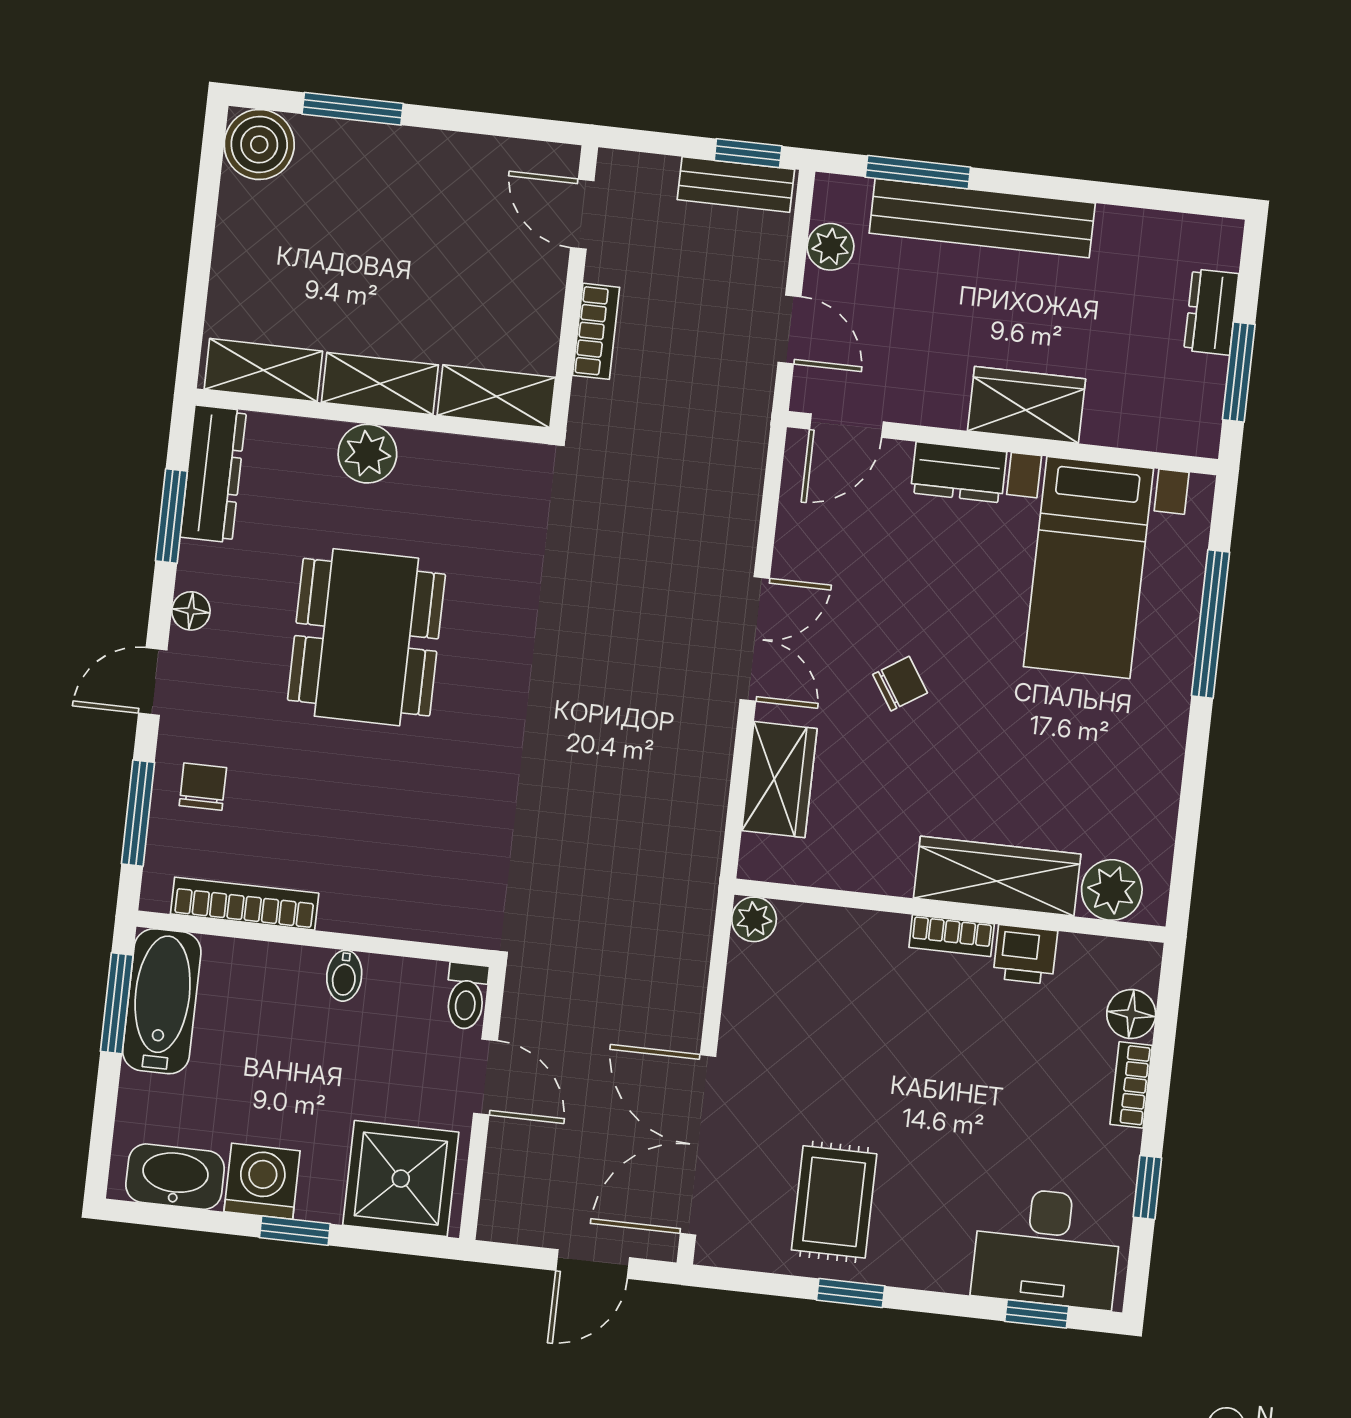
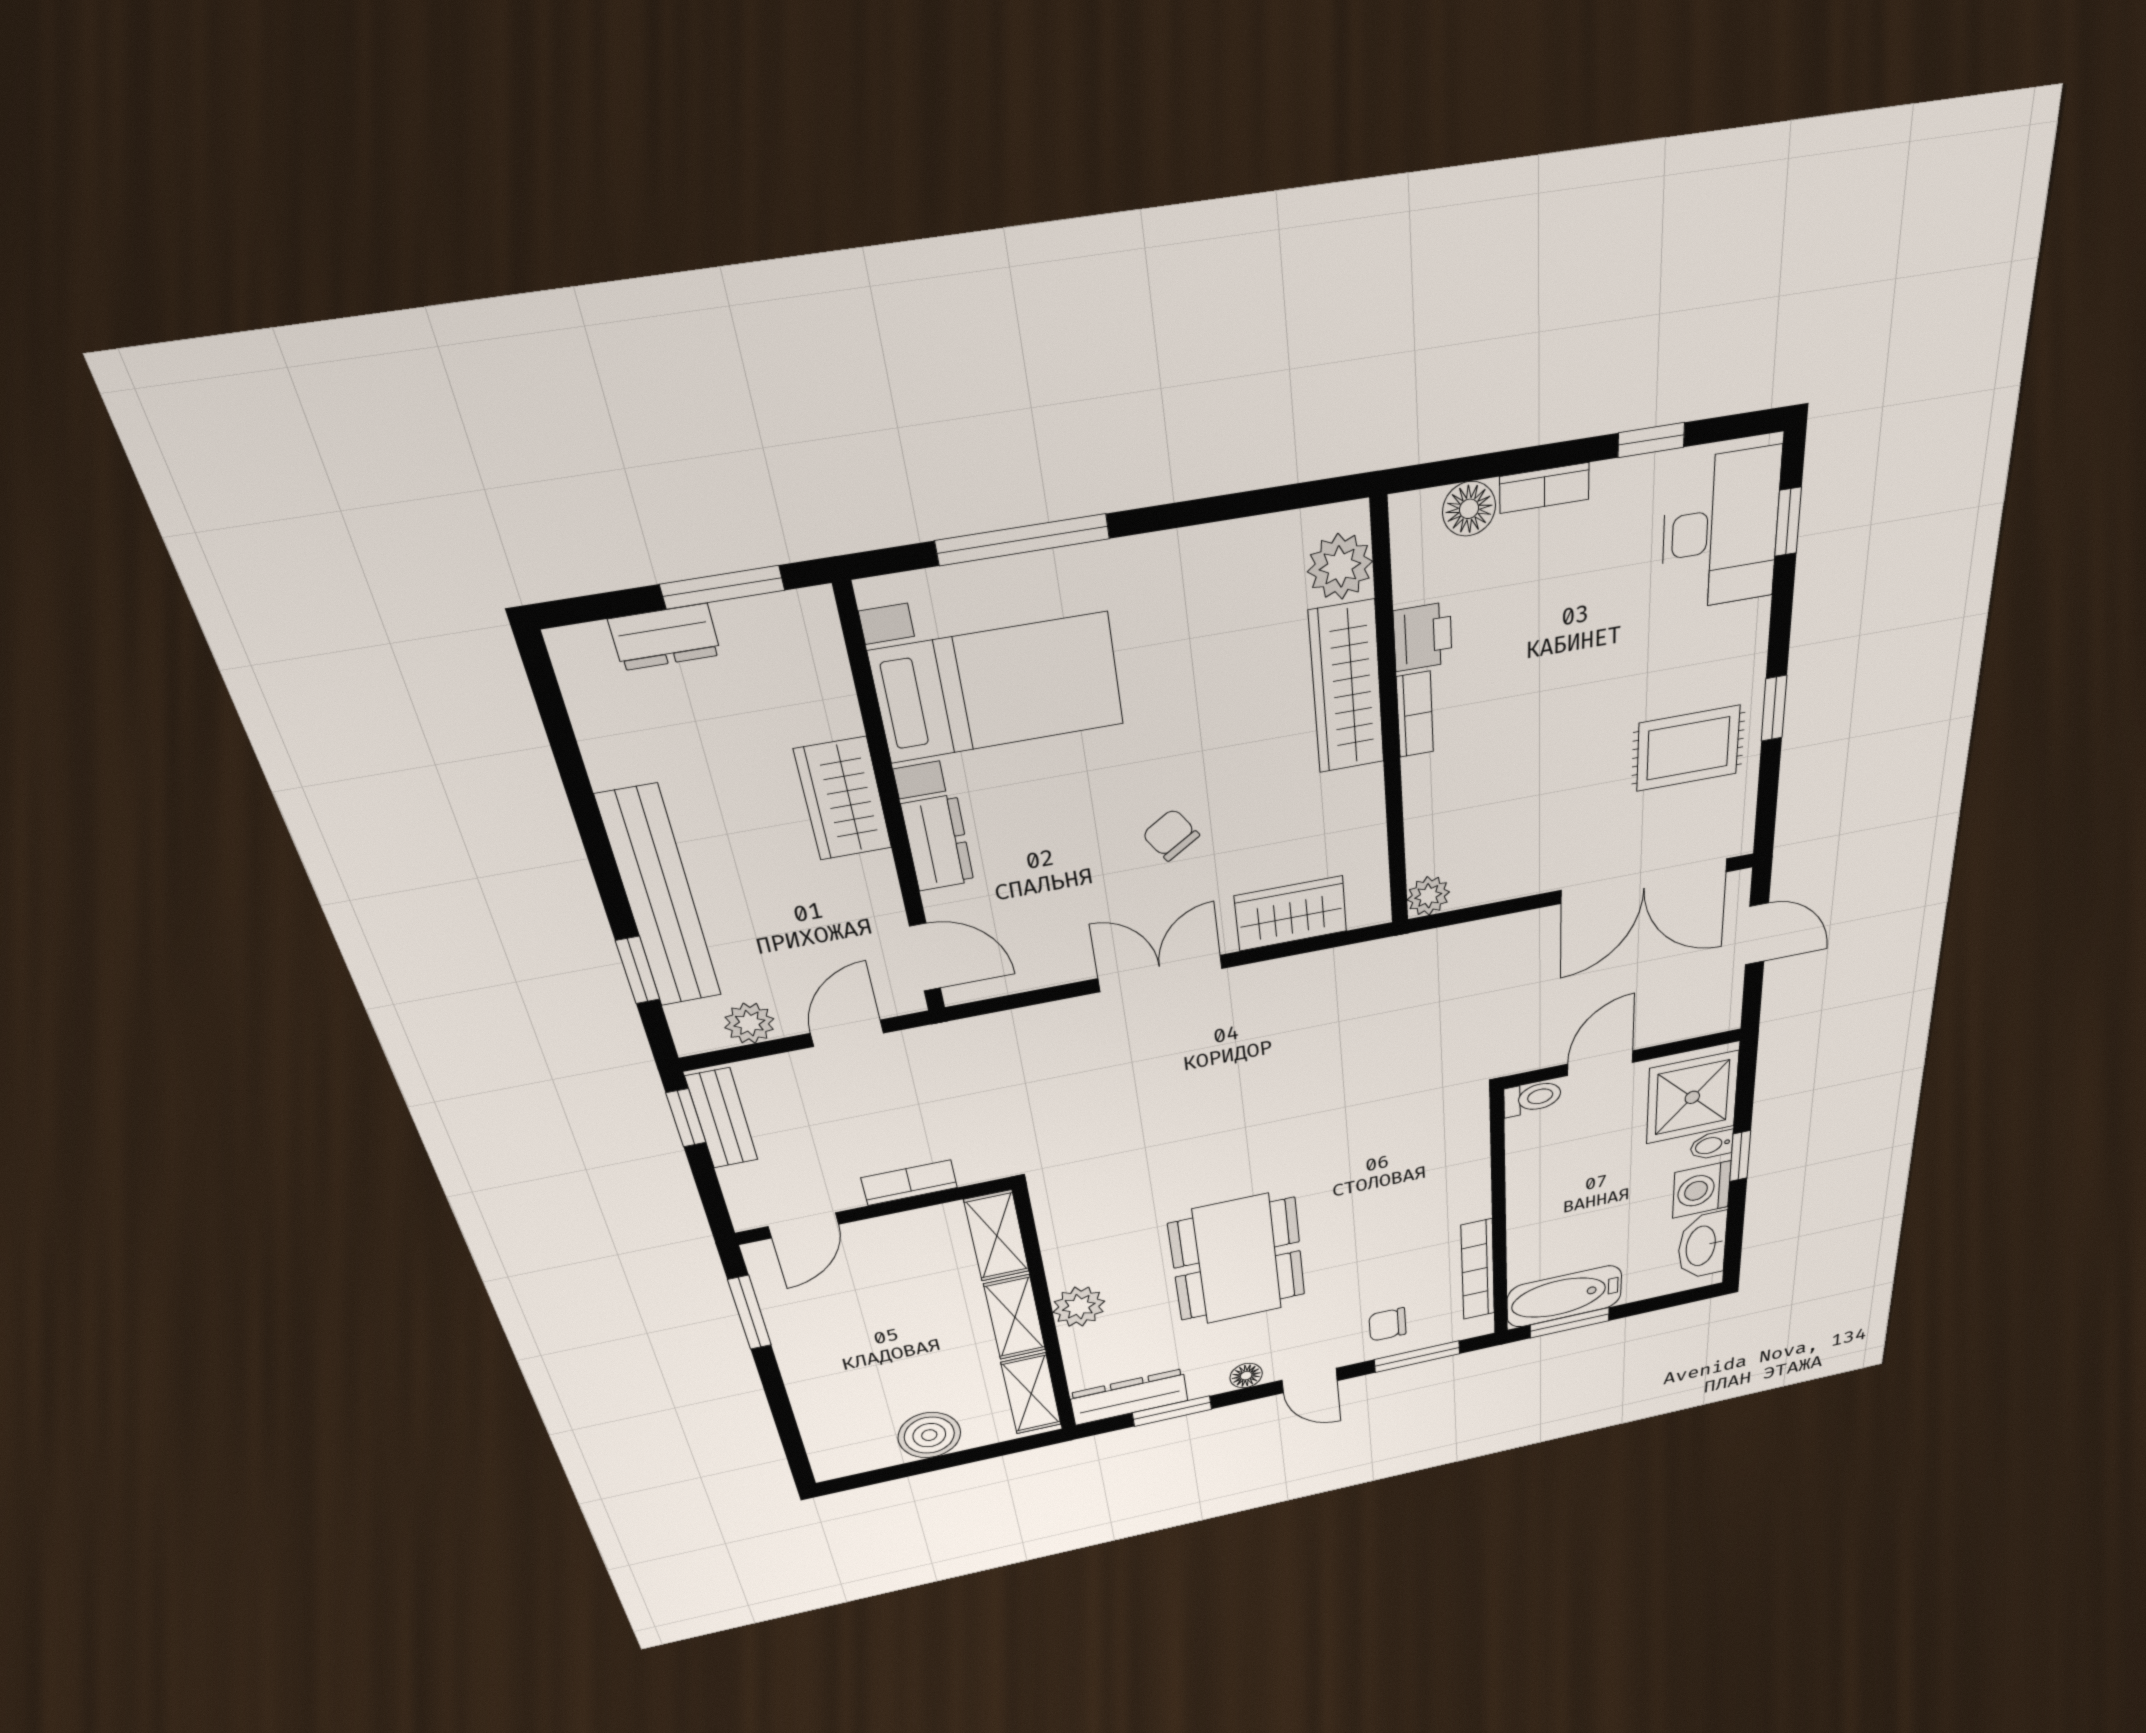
window: (353, 109) -> (750, 1313), moved
boiler: (259, 144) -> (929, 1435), moved
window: (918, 172) -> (638, 970), width x0.67
dining table: (366, 637) -> (1237, 1259), turned 90
bidet: (344, 976) -> (1712, 1145), moved, turned 180

